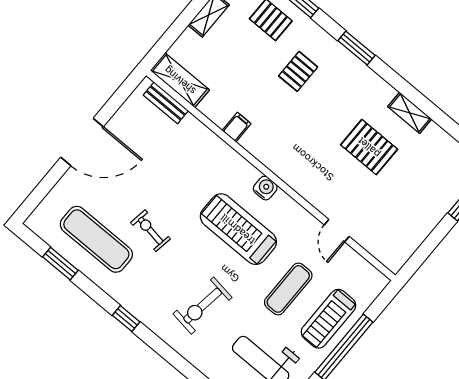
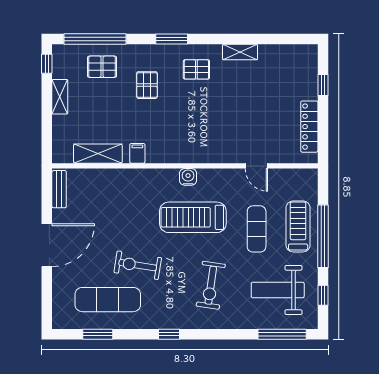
shelving: (180, 80) -> (98, 154), moved
bench: (166, 103) -> (59, 189), moved, turned 90
pallet: (369, 147) -> (196, 69), moved, width x0.67, depth x0.71
exercise bike: (150, 231) -> (138, 265), width x1.38, depth x1.39
locker: (416, 235) -> (309, 127), added
treadmill: (328, 319) -> (298, 226), turned 180

